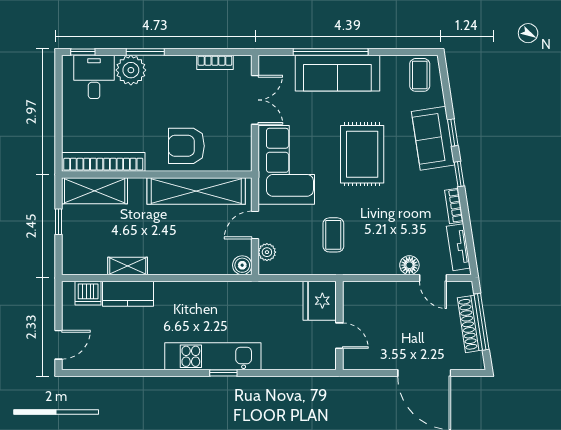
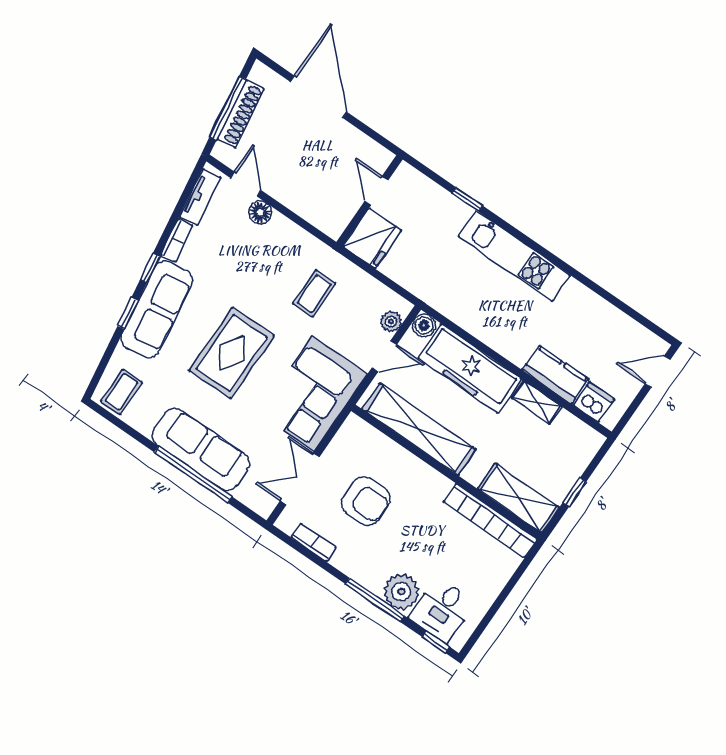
window: (145, 52) -> (375, 600), width x1.44
sofa: (433, 138) -> (157, 309), width x1.36
armchair: (186, 146) -> (366, 501), moved
freezer: (190, 257) -> (470, 369), added
window: (223, 373) -> (467, 199), moved

